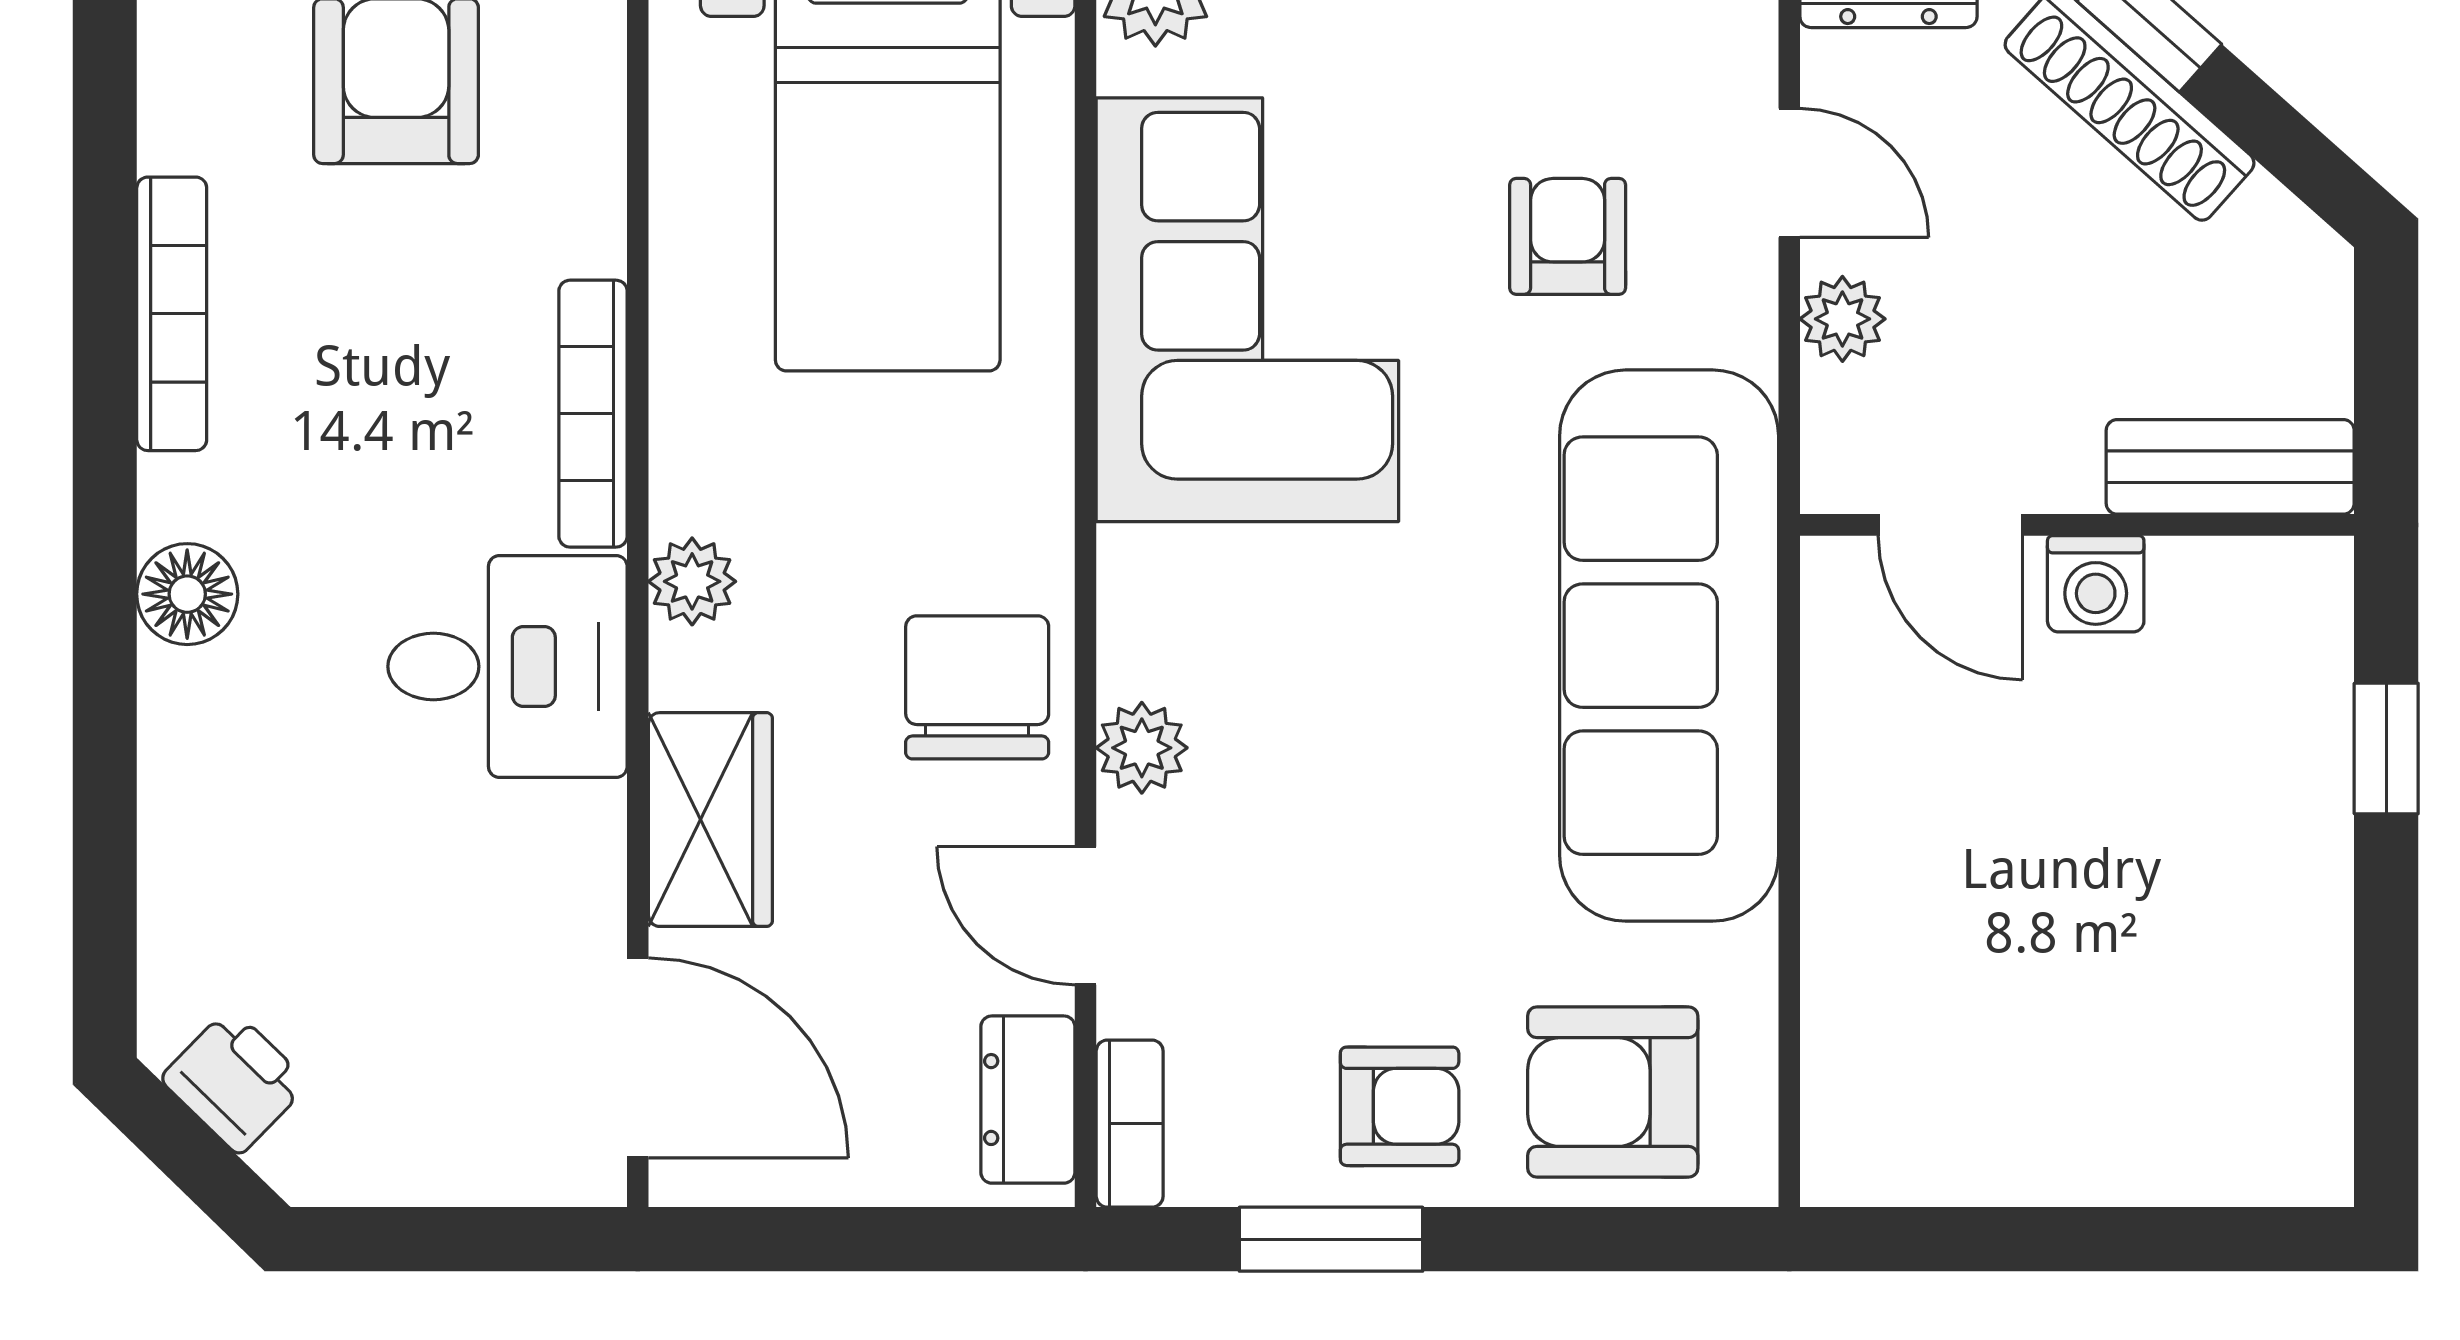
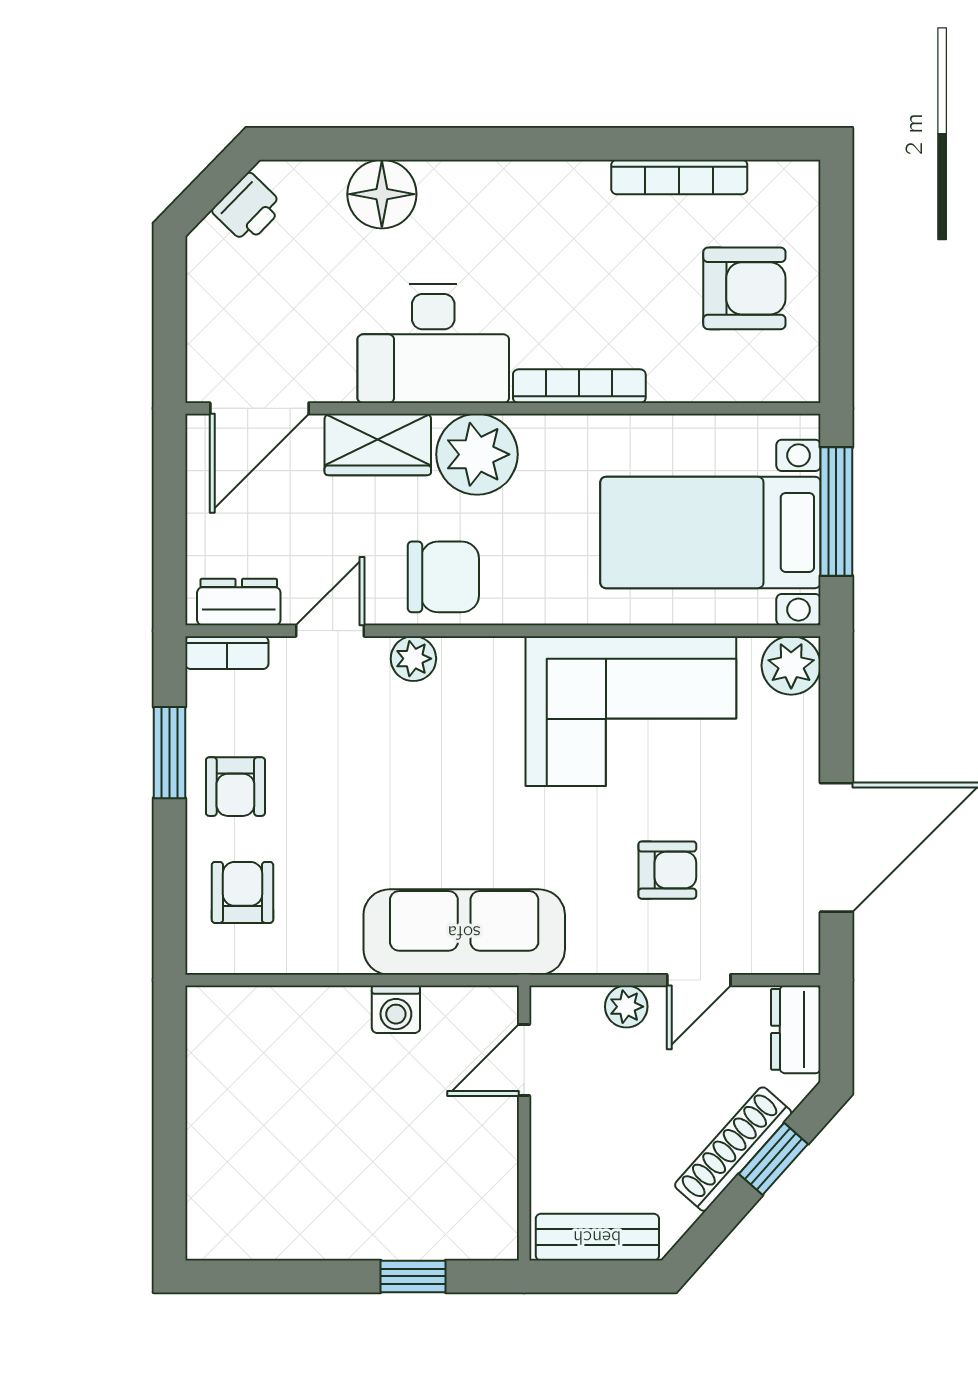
bookcase: (172, 314) -> (679, 177), moved
bench: (2230, 467) -> (597, 1237), moved, turned 90
plant: (692, 581) -> (477, 454), width x1.88, depth x1.88
washing machine: (2096, 584) -> (396, 1009), moved, turned -90
floor lamp: (187, 594) -> (382, 194), moved, width x1.38, depth x1.38
sofa: (1669, 646) -> (464, 932), width x0.74, depth x0.79
desk: (508, 666) -> (433, 344), width x1.37
armchair: (1613, 1092) -> (242, 892), width x0.72, depth x0.72

